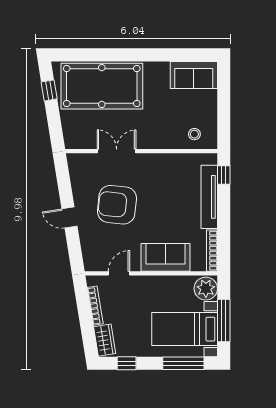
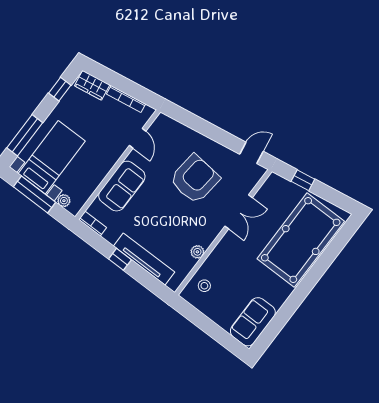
window: (49, 90) -> (303, 180), moved
plant: (172, 160) -> (197, 252), added
window: (224, 175) -> (120, 259), moved
door: (70, 217) -> (251, 153), moved
bookcase: (212, 251) -> (93, 223), width x0.64
plant: (206, 289) -> (64, 201), width x0.53, depth x0.53

